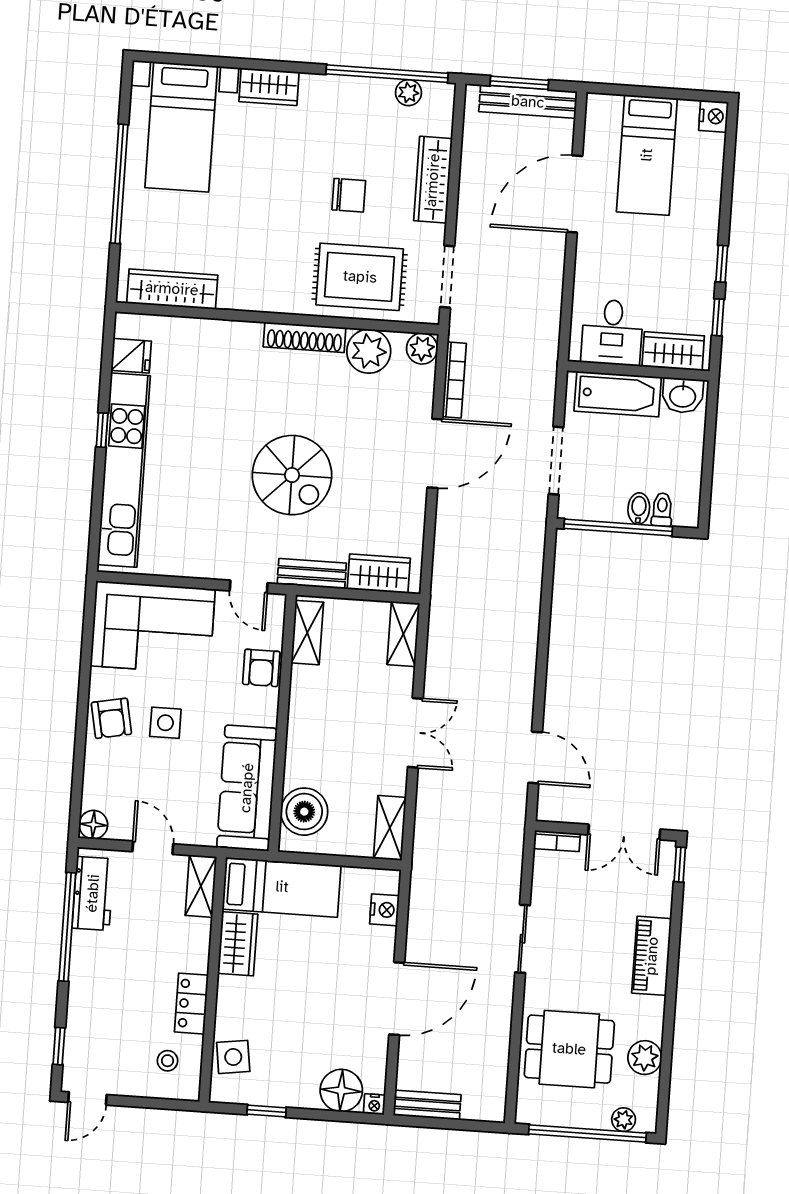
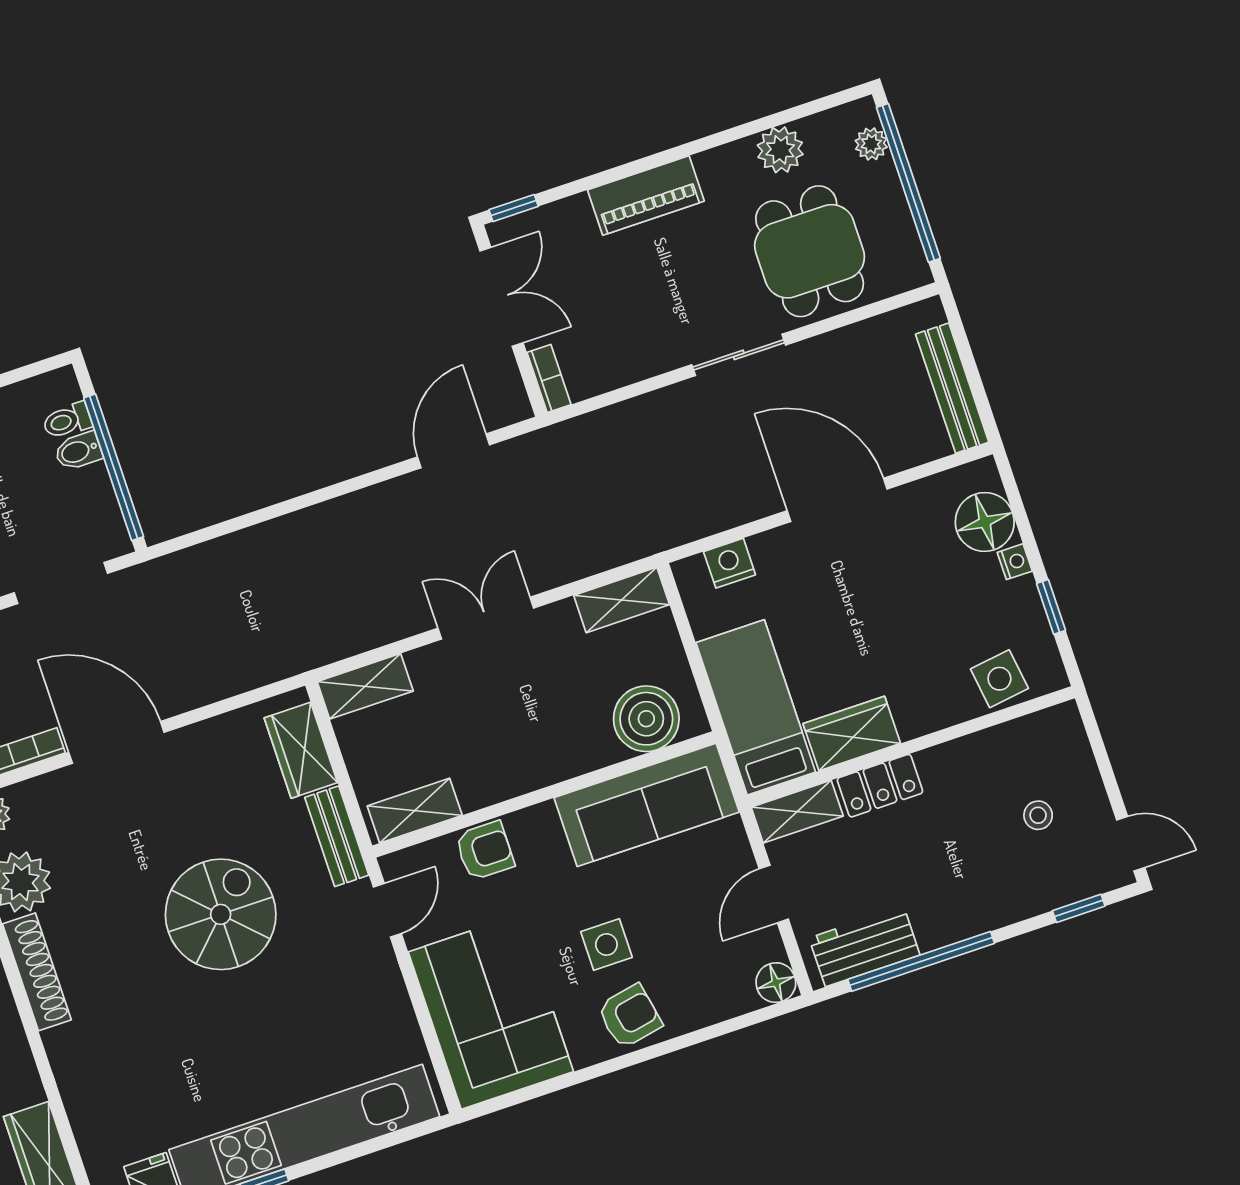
sliding door: (523, 939) -> (739, 355), moved
locker: (191, 1004) -> (880, 786), moved
stool: (167, 1061) -> (1038, 815), moved
nightstand: (374, 1104) -> (1015, 562), moved
bench: (427, 1105) -> (952, 388), width x1.36

